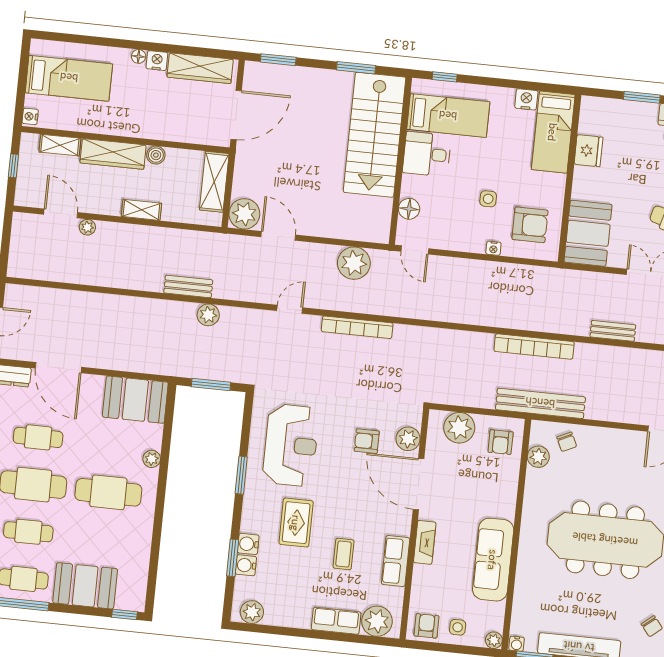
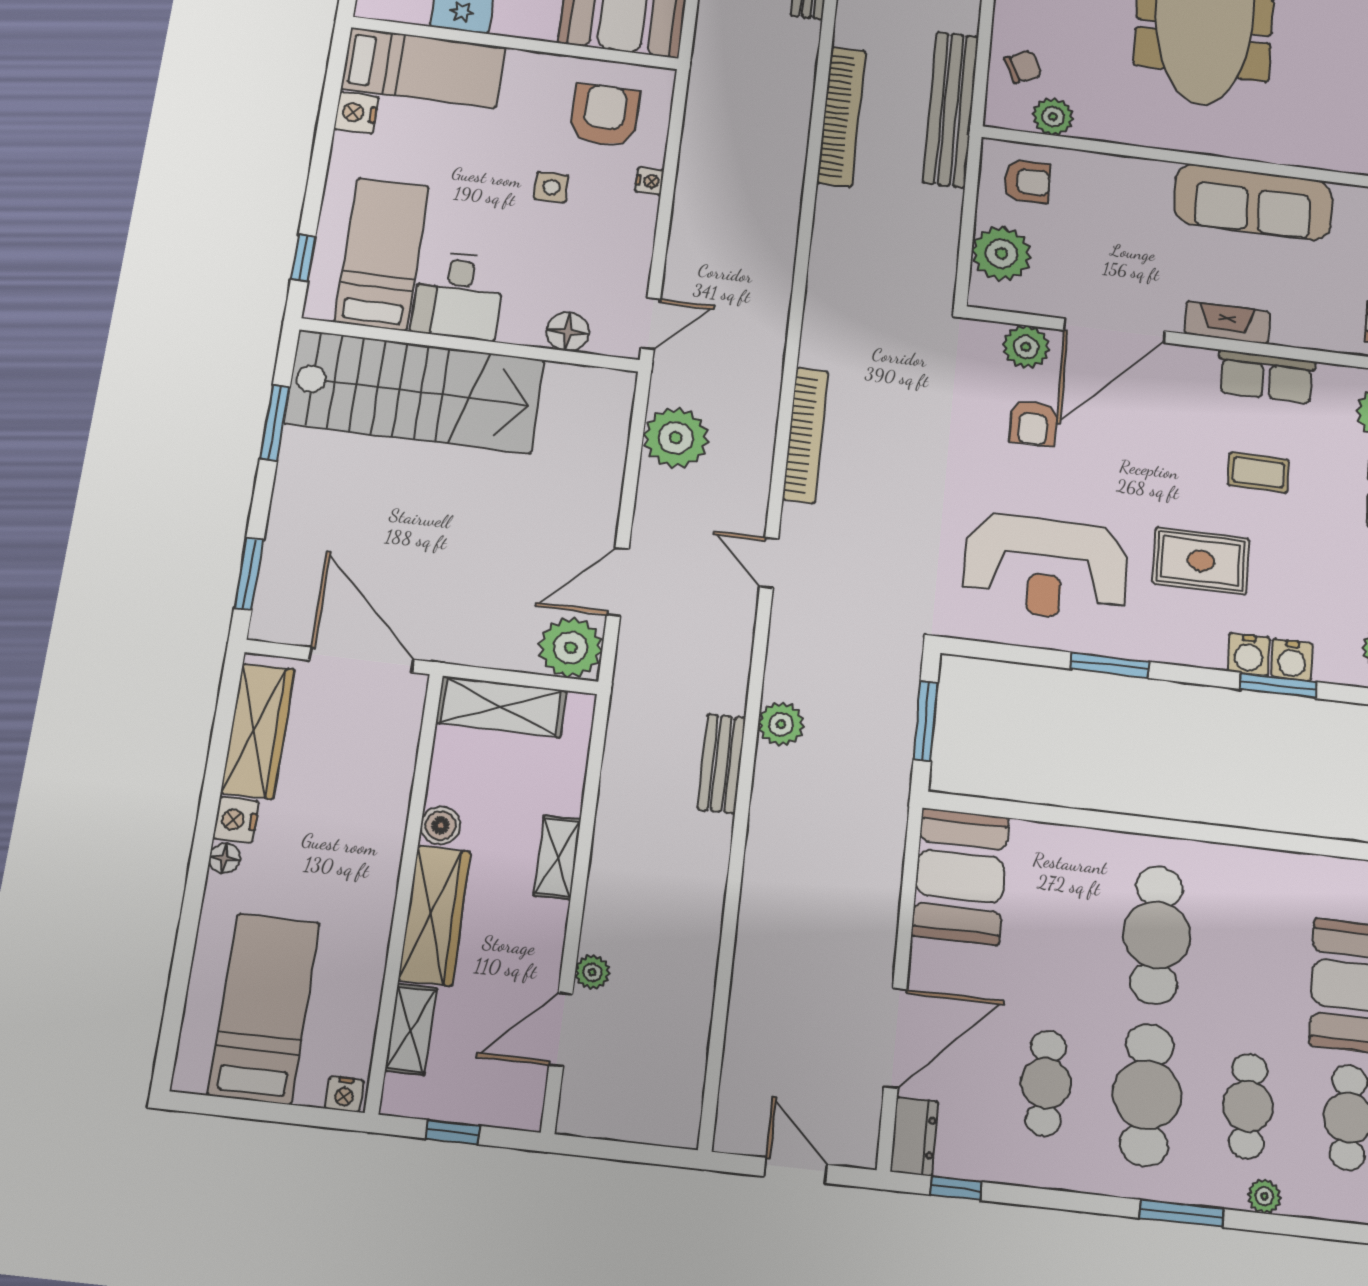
reception desk: (291, 445) -> (1046, 567), turned 180
plant: (152, 459) -> (1083, 844), removed

